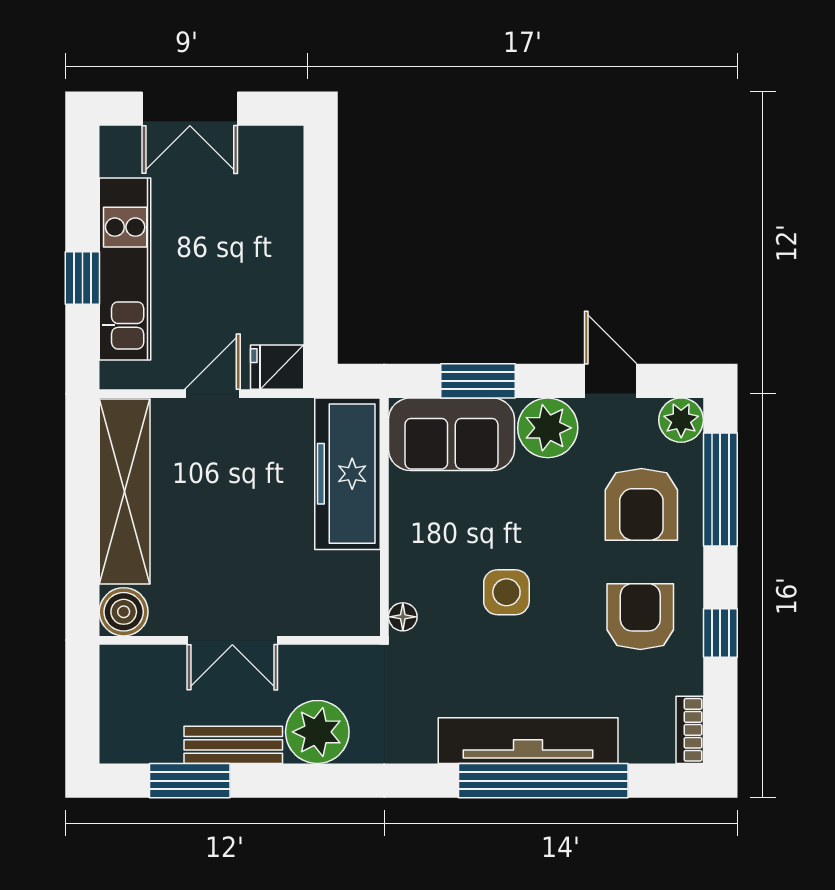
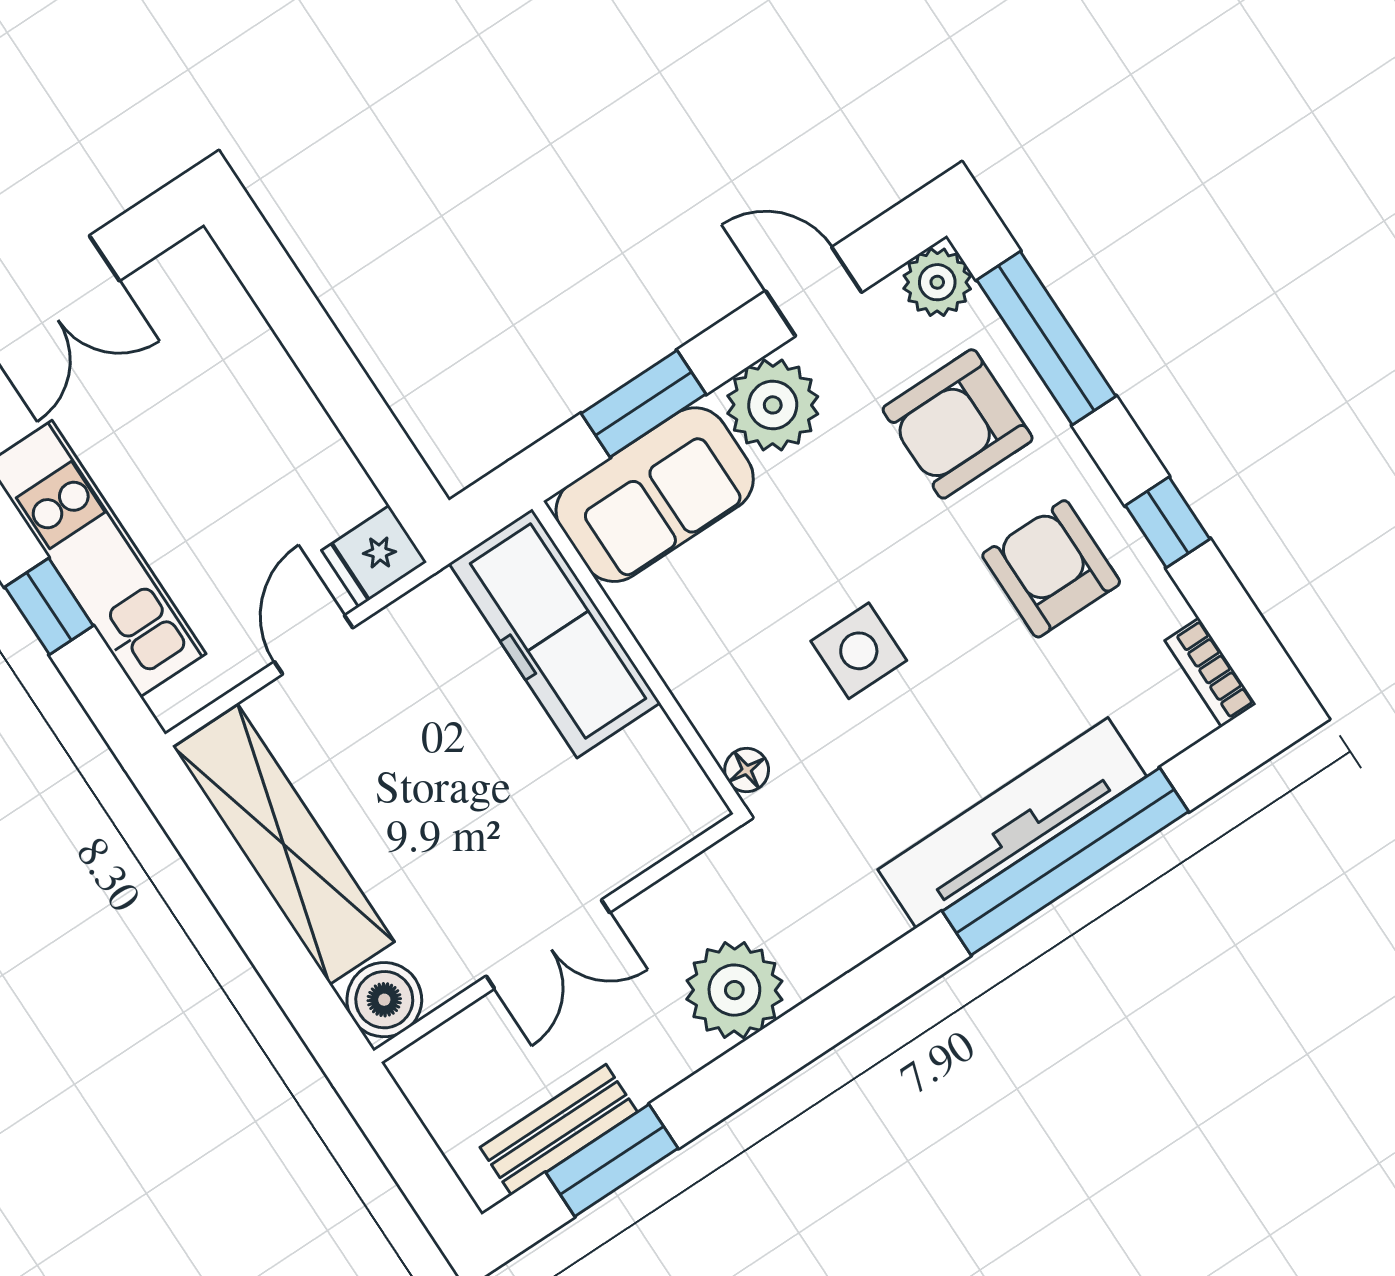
armchair: (641, 504) -> (958, 424), turned 90
bench: (233, 745) -> (559, 1130), moved

